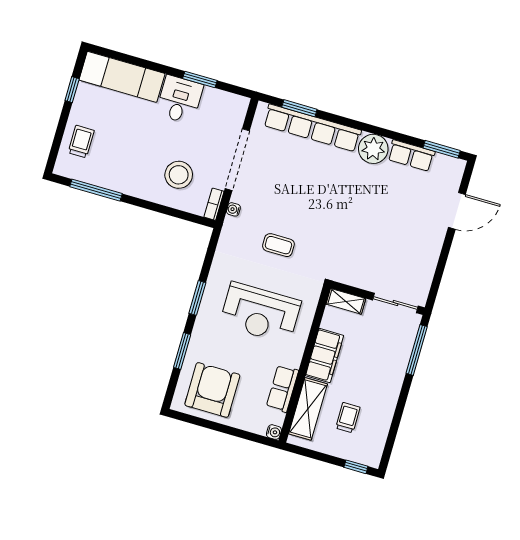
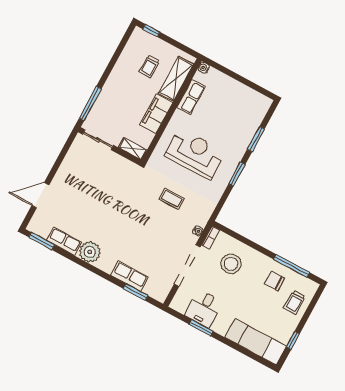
desk: (179, 100) -> (204, 308), moved
row of seats: (312, 128) -> (129, 276), width x0.50
chair: (115, 165) -> (275, 281), added
armchair: (212, 390) -> (241, 107), removed

